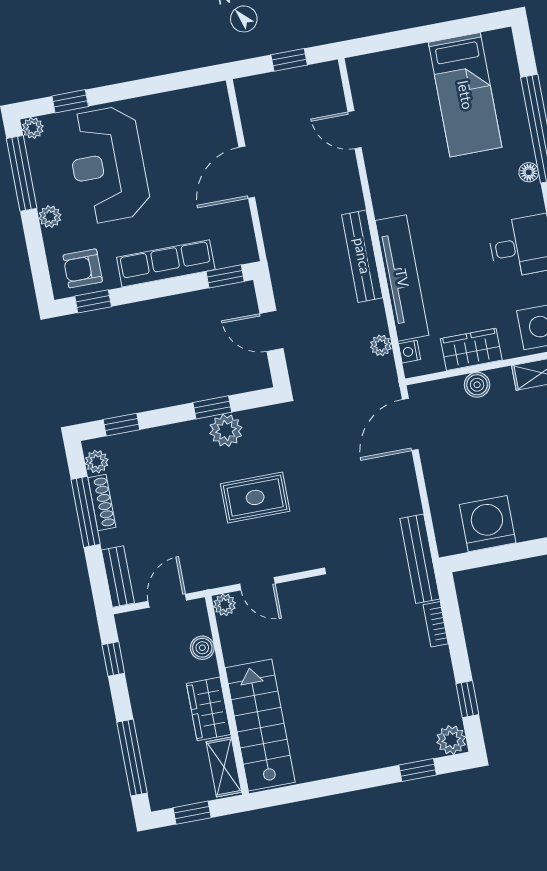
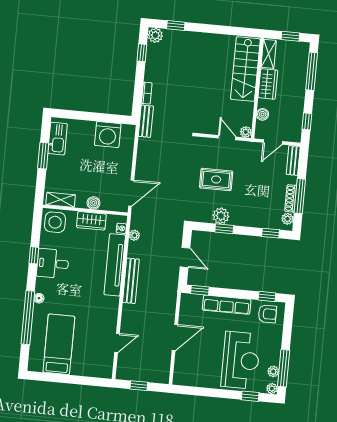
door: (355, 130) -> (117, 343), hinge flipped
plant: (50, 217) -> (273, 371), moved
bench: (420, 559) -> (146, 121), width x0.73

